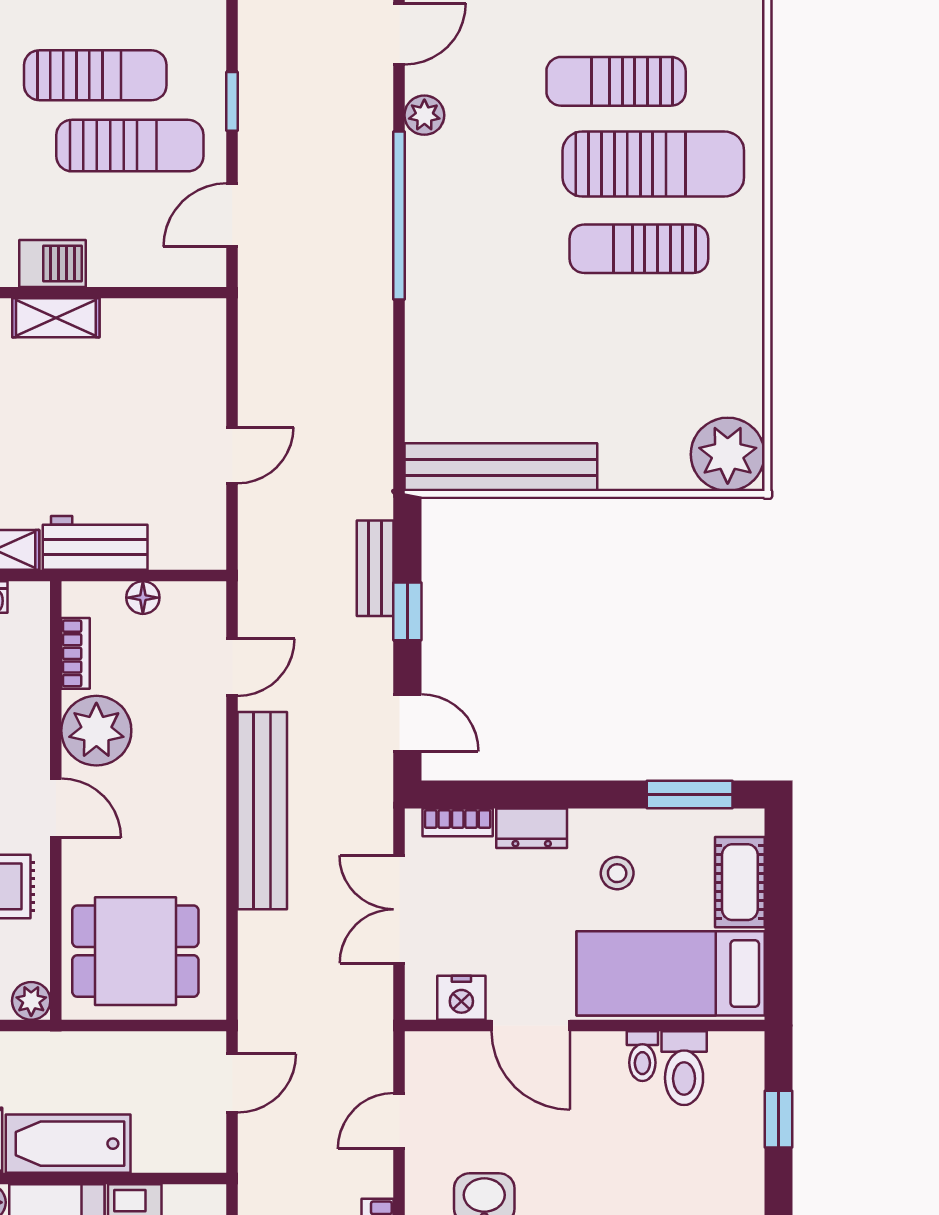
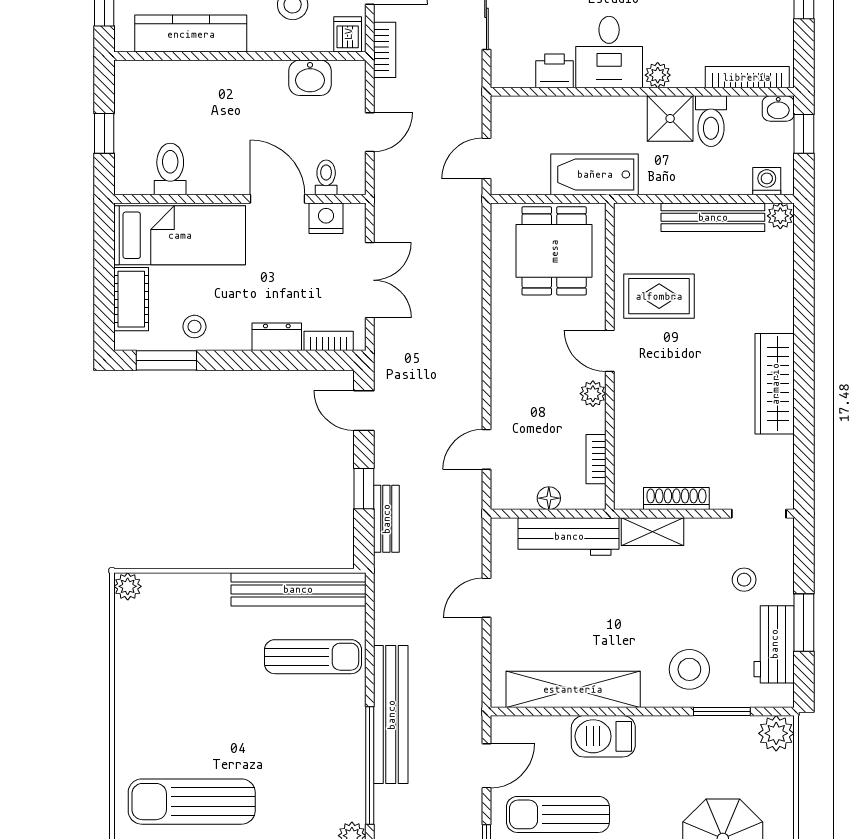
sun lounger: (639, 249) -> (313, 657), moved
barbecue: (53, 263) -> (603, 736), width x1.38, depth x1.27
shelving: (56, 318) -> (573, 689), width x2.20, depth x1.33
plant: (728, 454) -> (128, 586), width x0.53, depth x0.53
workbench: (95, 543) -> (569, 536), width x1.38
plant: (96, 731) -> (593, 394), width x0.53, depth x0.53
bench: (262, 811) -> (391, 715), moved
stool: (617, 873) -> (194, 327), moved
dining table: (135, 951) -> (554, 251), turned 90
plant: (31, 1001) -> (627, 216), removed
toilet: (642, 1056) -> (326, 177), moved
bathtub: (68, 1144) -> (595, 174), moved, turned 180

